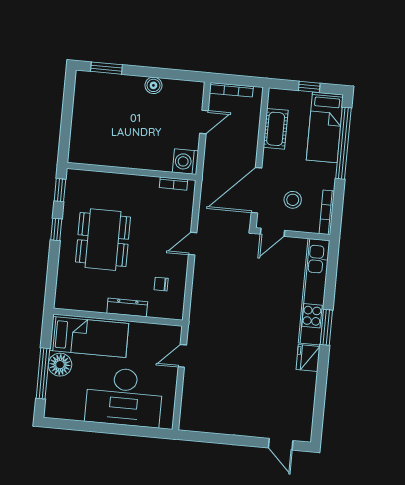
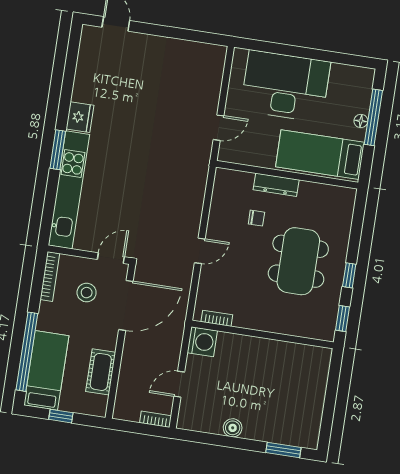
bookcase: (231, 90) -> (155, 419), width x0.64
chair: (161, 284) -> (256, 218), moved
floor lamp: (60, 365) -> (361, 121), width x0.53, depth x0.53

